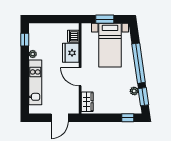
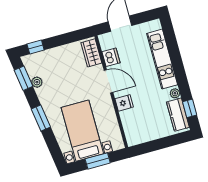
dishwasher: (73, 36) -> (111, 57), moved
kitchen counter: (35, 37) -> (178, 115), added
fridge: (71, 53) -> (124, 103), width x0.53, depth x0.75
window: (139, 63) -> (41, 118), width x0.47

